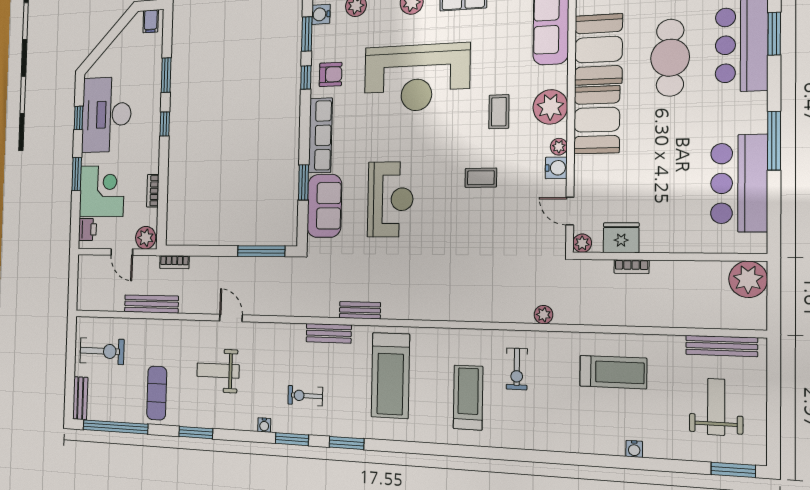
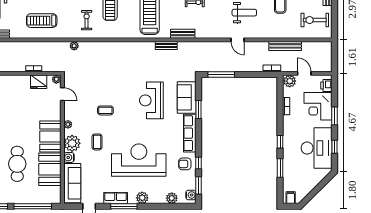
water cooler: (556, 168) -> (69, 157), moved

